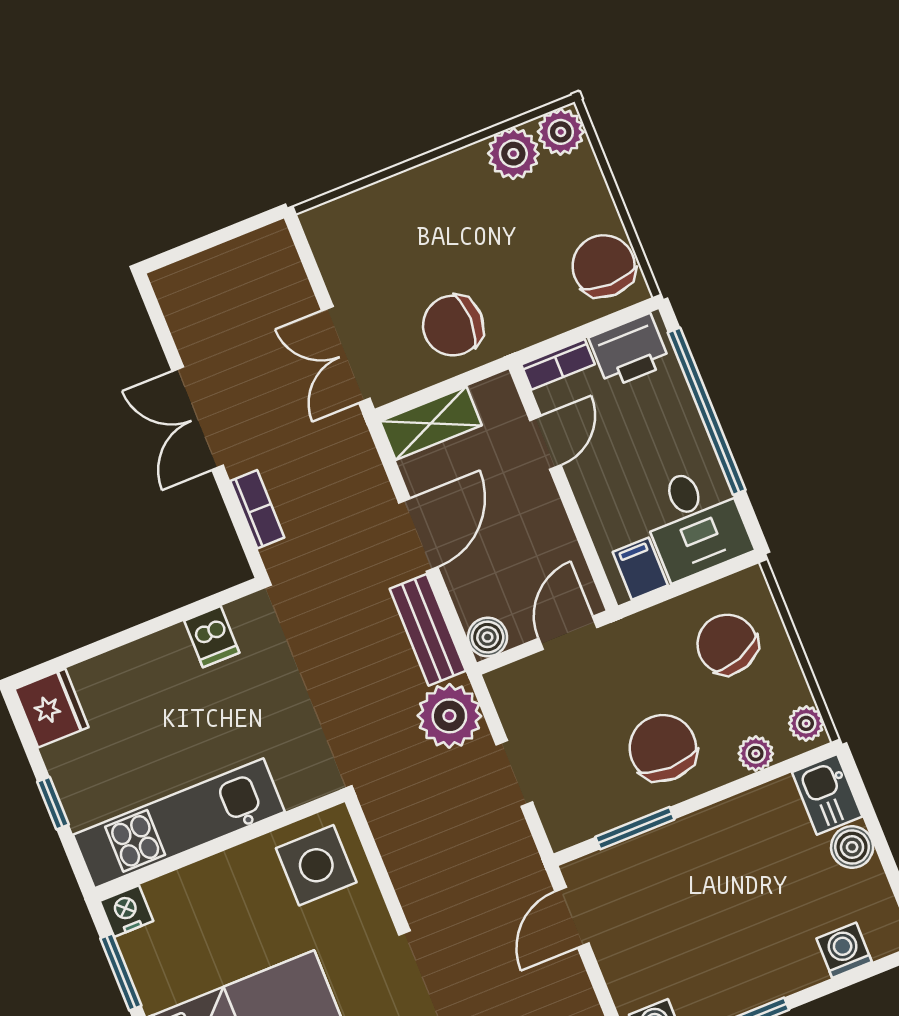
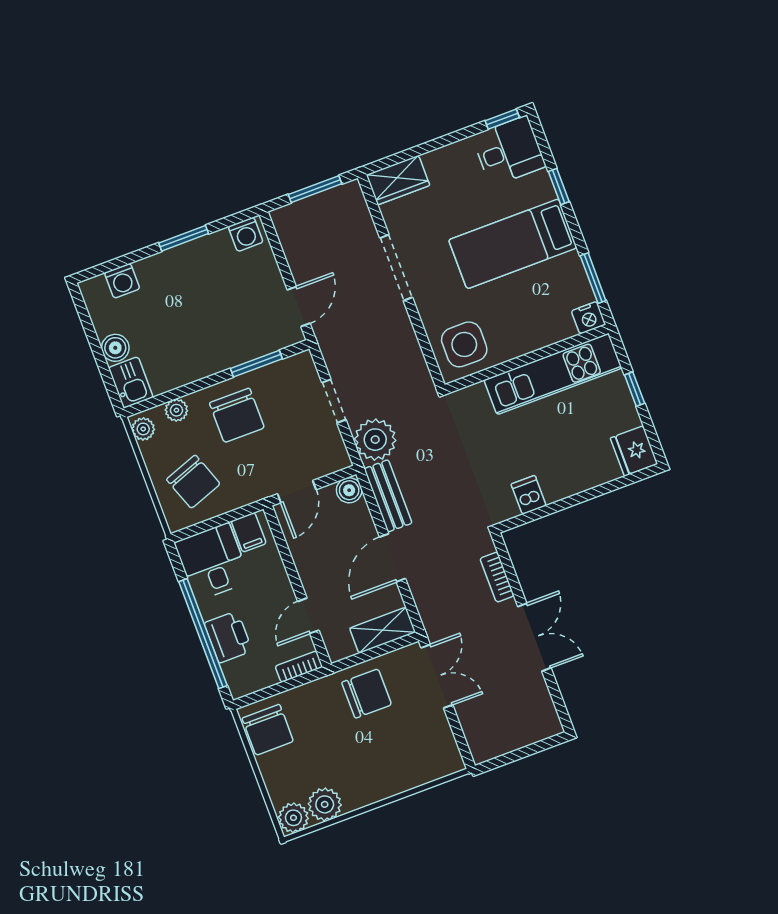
printer: (629, 351) -> (228, 637), moved, turned 90

